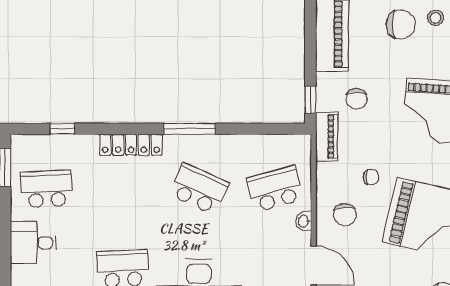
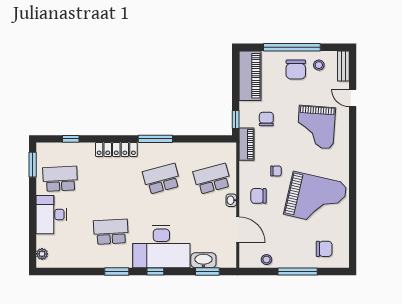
chair: (401, 24) -> (296, 69), turned 90
chair: (357, 99) -> (266, 119), turned 180
school desk: (199, 189) -> (162, 179), turned -39
chair: (345, 215) -> (258, 196), turned 94
desk: (33, 243) -> (51, 215), width x1.37

